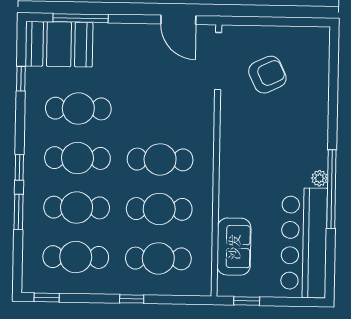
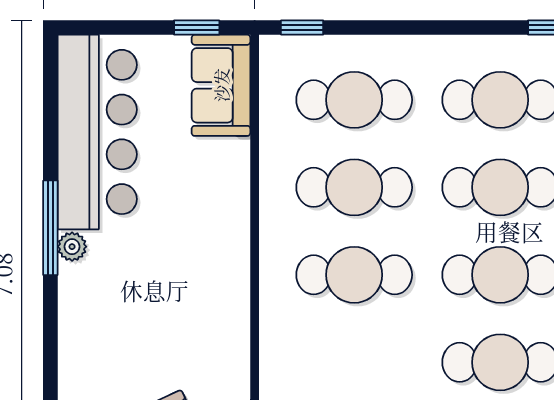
window: (331, 189) -> (50, 228), width x0.68
sofa: (234, 247) -> (221, 85), moved
window: (132, 299) -> (302, 27), moved

